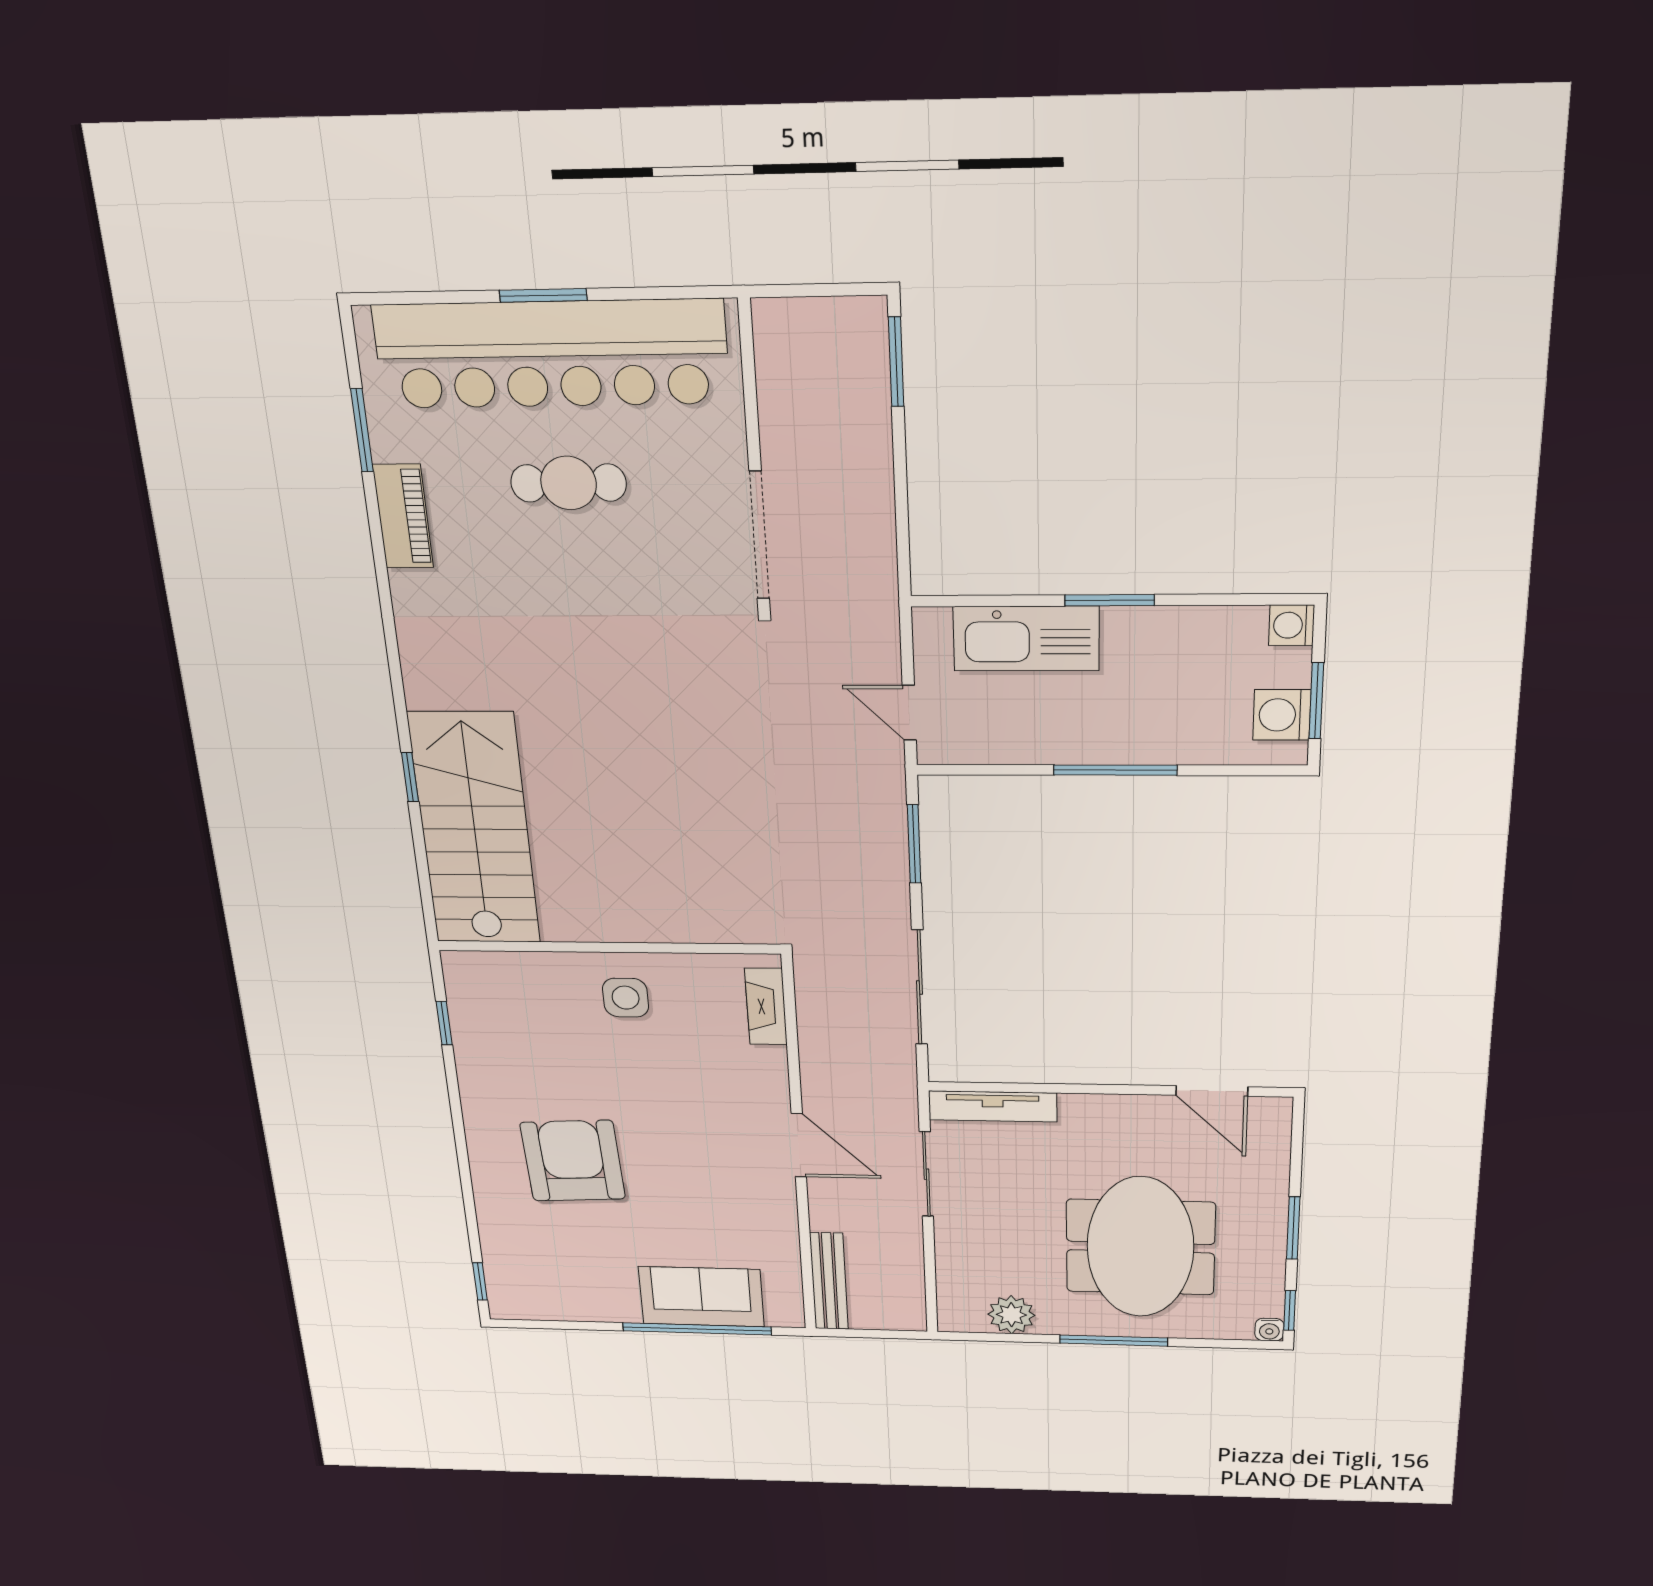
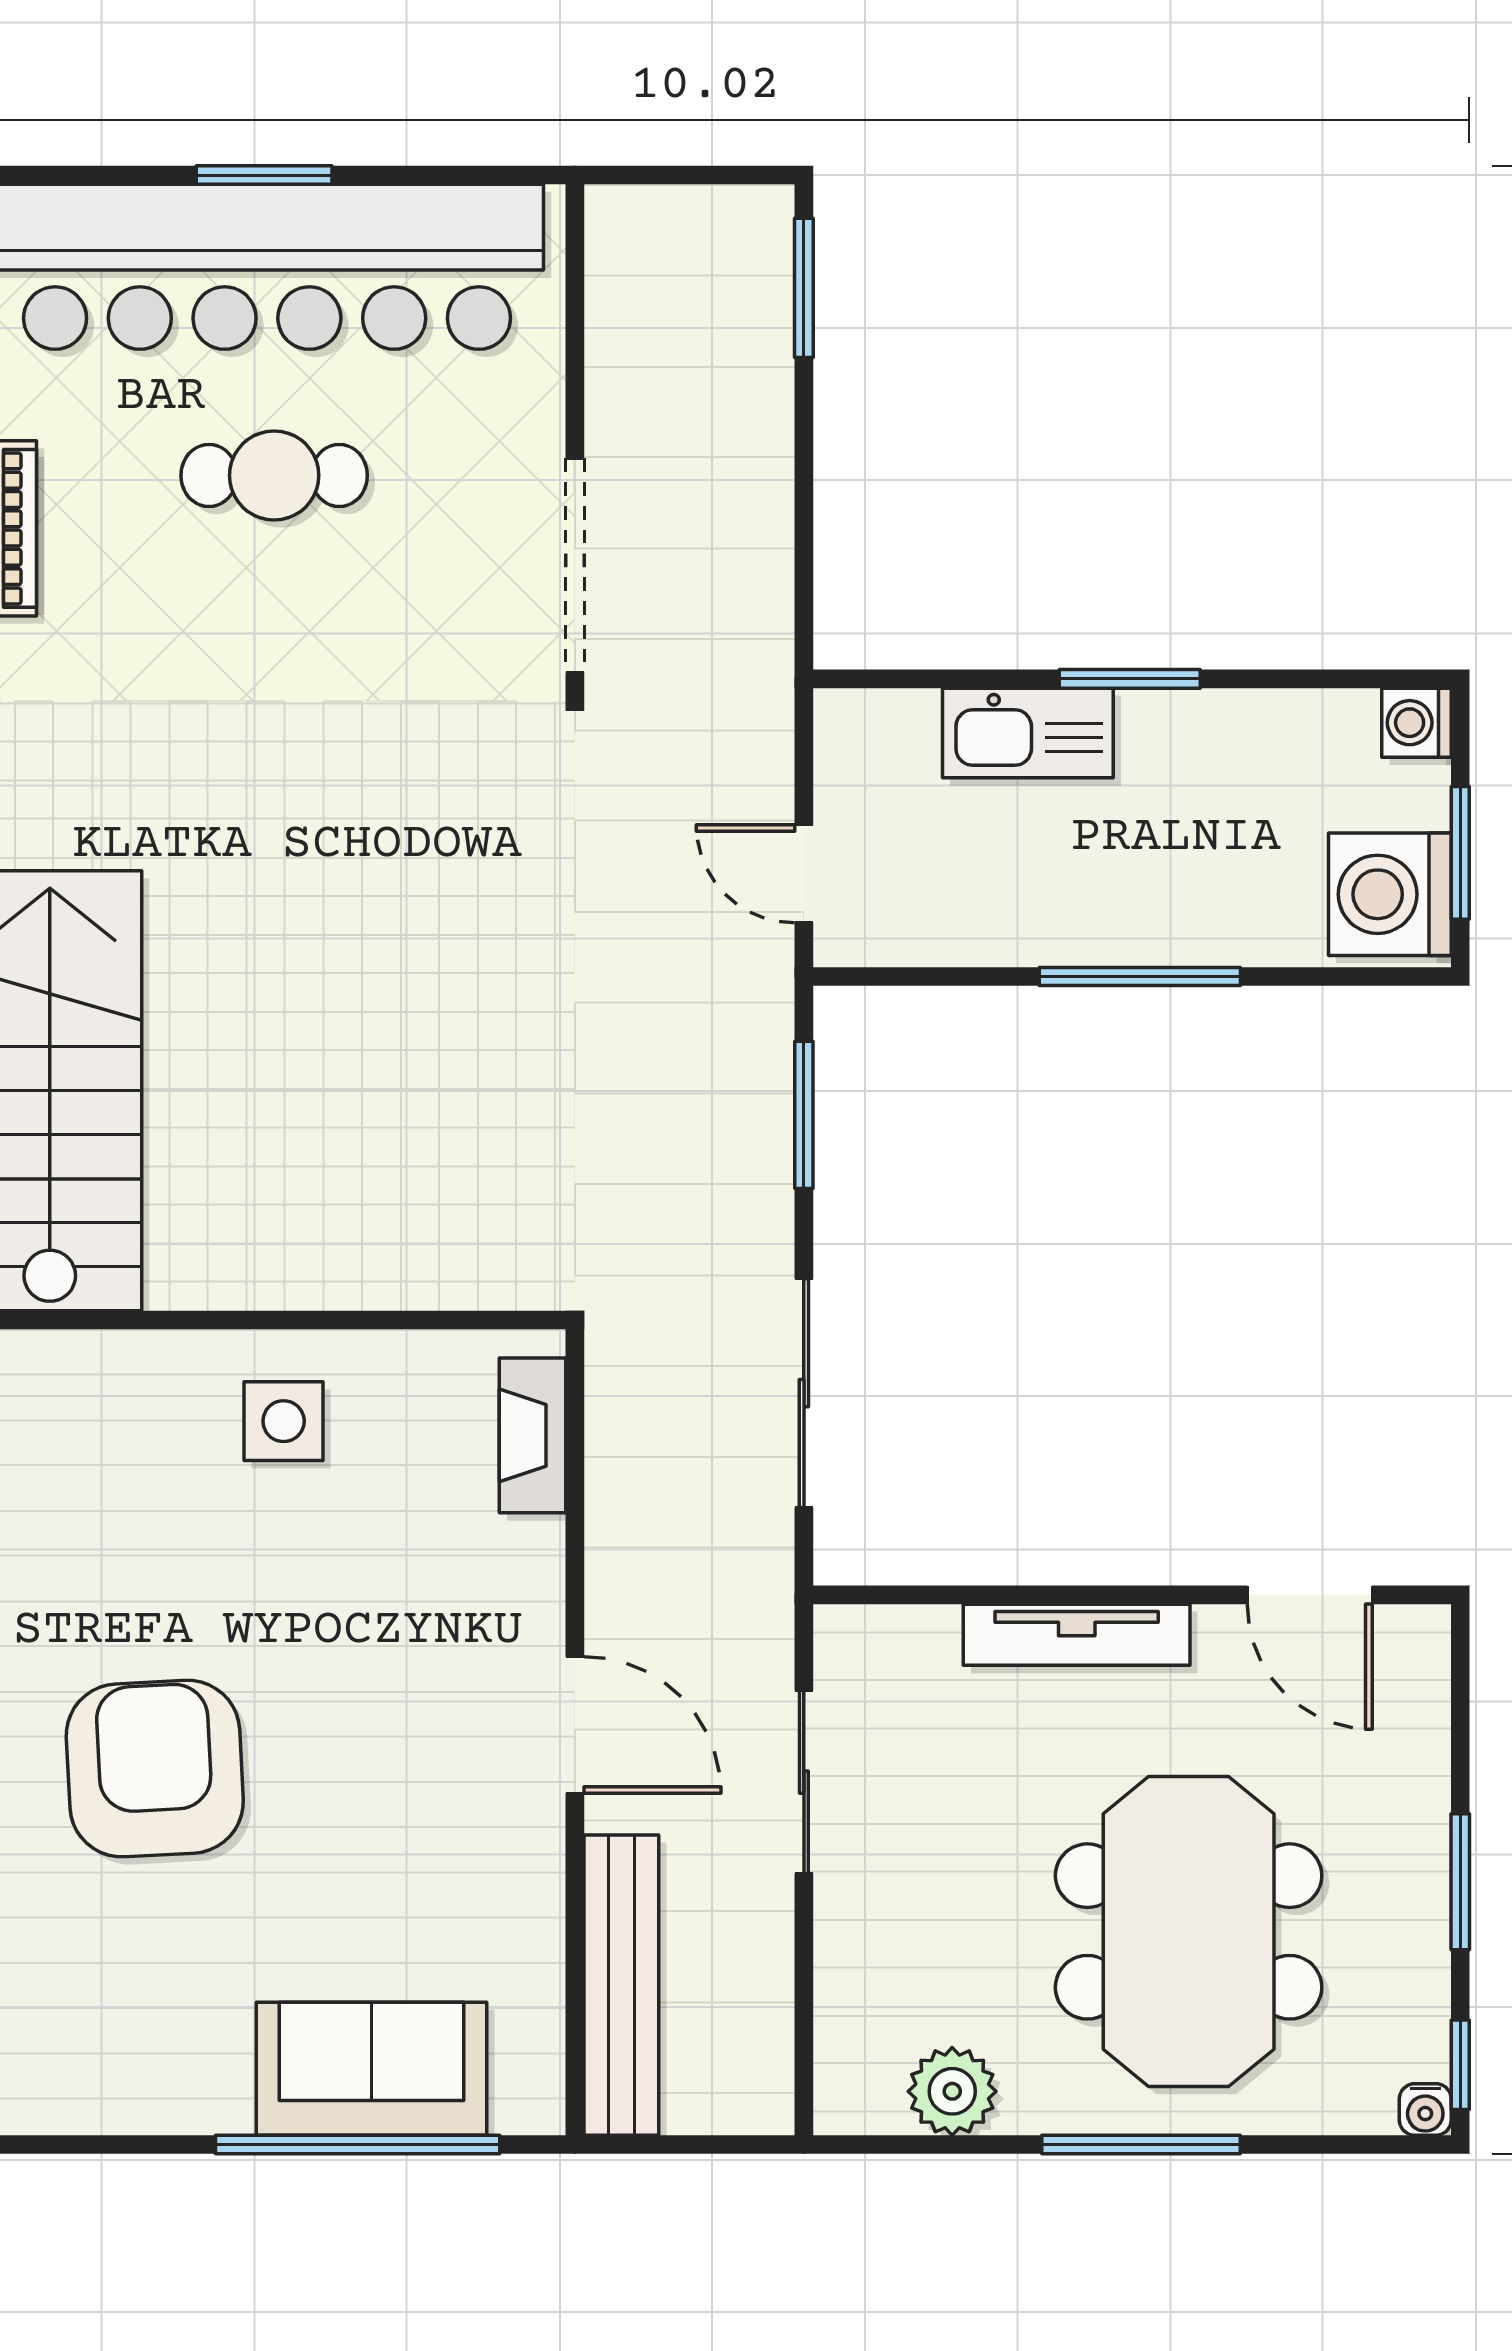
kitchen sink: (1026, 639) -> (1028, 733), width x0.73, depth x0.81
washing machine: (1282, 715) -> (1390, 894), width x1.37, depth x1.37
tv unit: (993, 1106) -> (1077, 1635), moved
bench: (829, 1281) -> (621, 1985), width x1.37, depth x1.21

